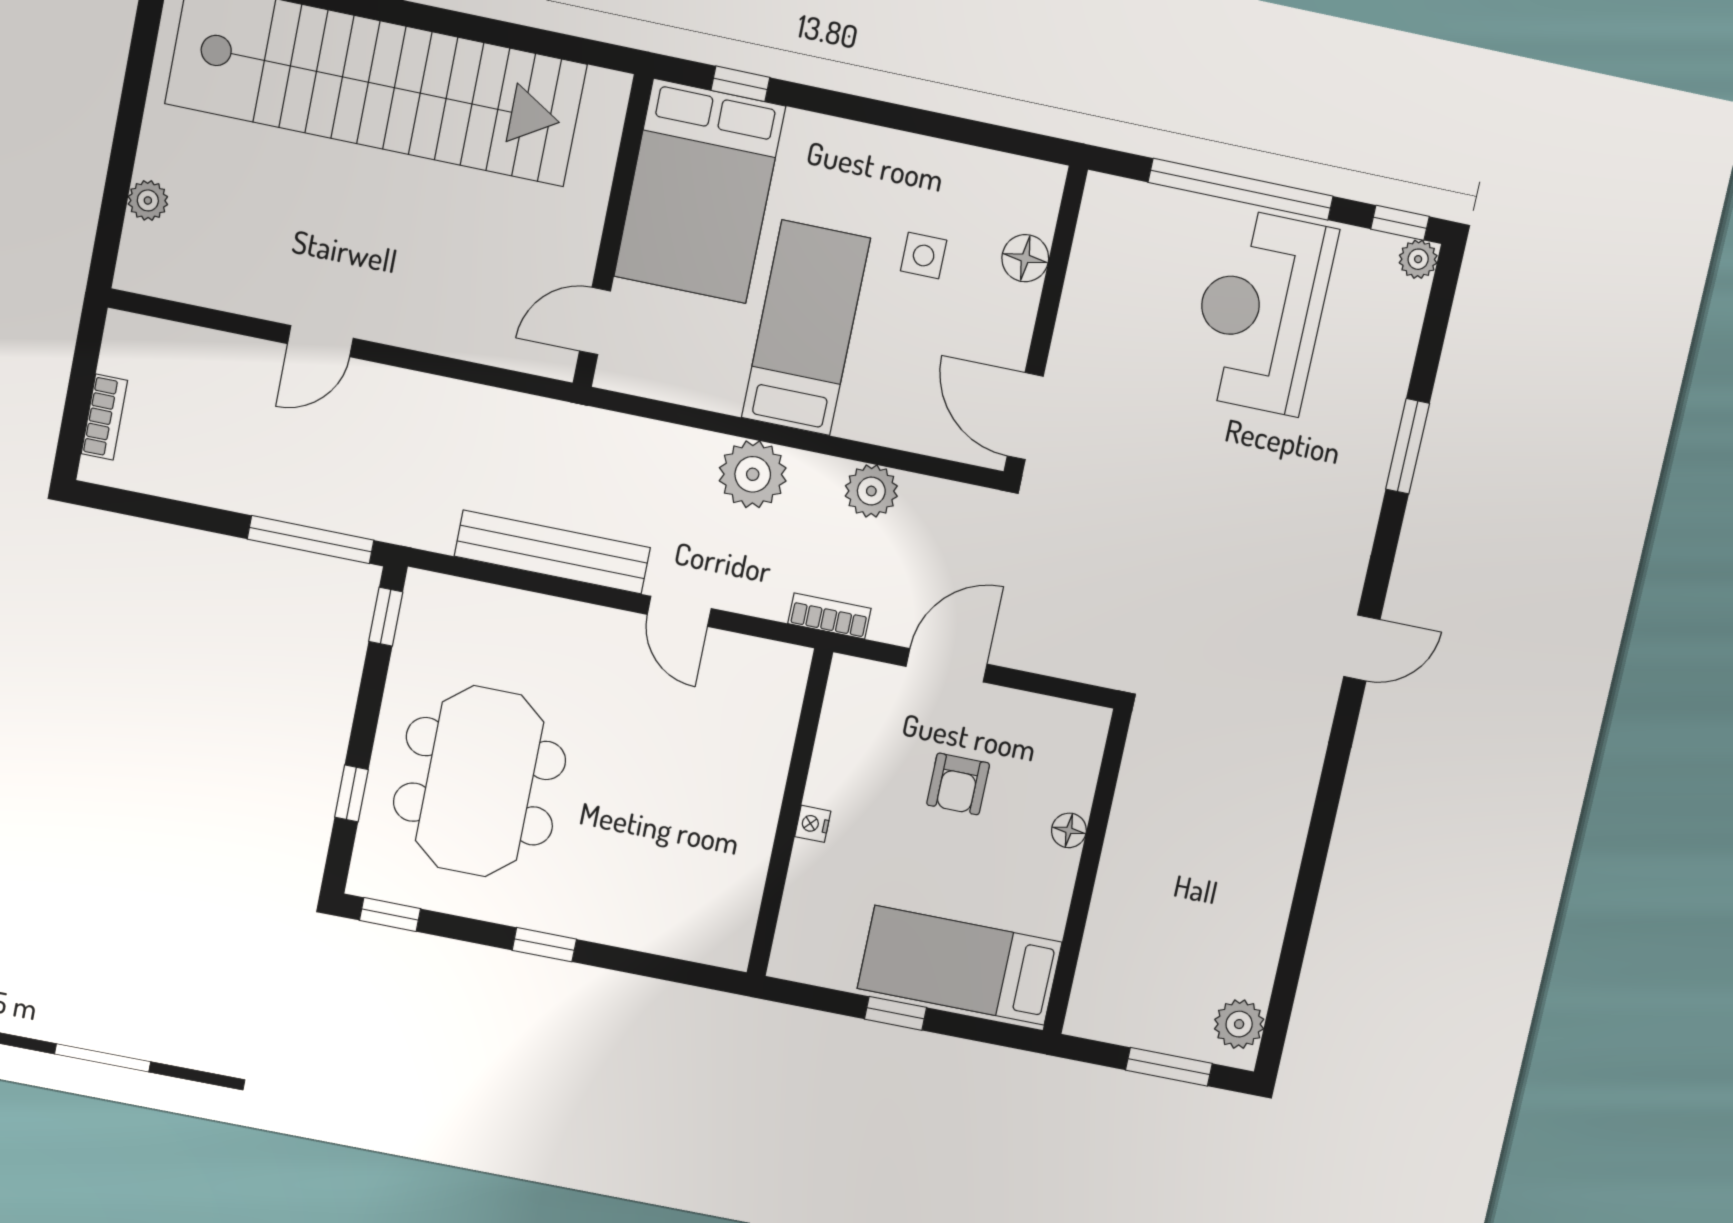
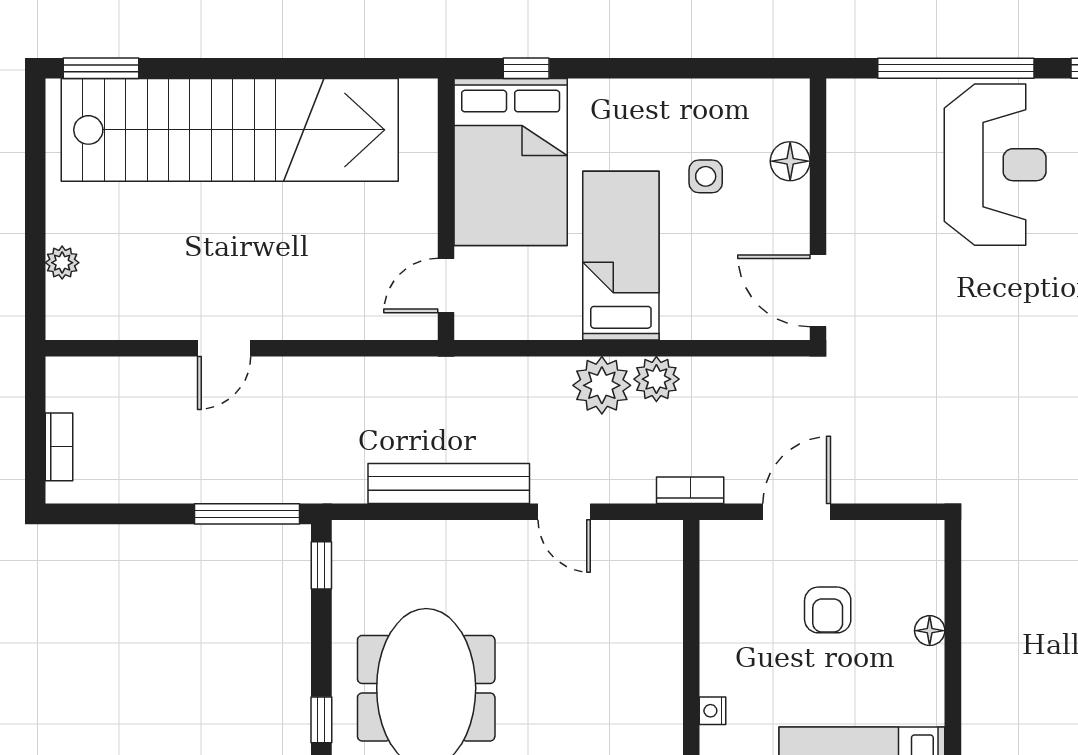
reception desk: (1261, 312) -> (995, 165), turned 180
plant: (871, 491) -> (656, 379), moved
nightstand: (813, 824) -> (713, 711), moved

